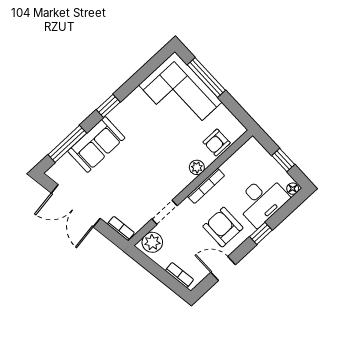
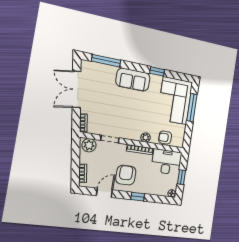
window: (108, 106) -> (157, 71), moved
sofa: (96, 144) -> (133, 80), moved
desk: (262, 200) -> (166, 162), moved, turned 180
door: (223, 269) -> (104, 193), hinge flipped

